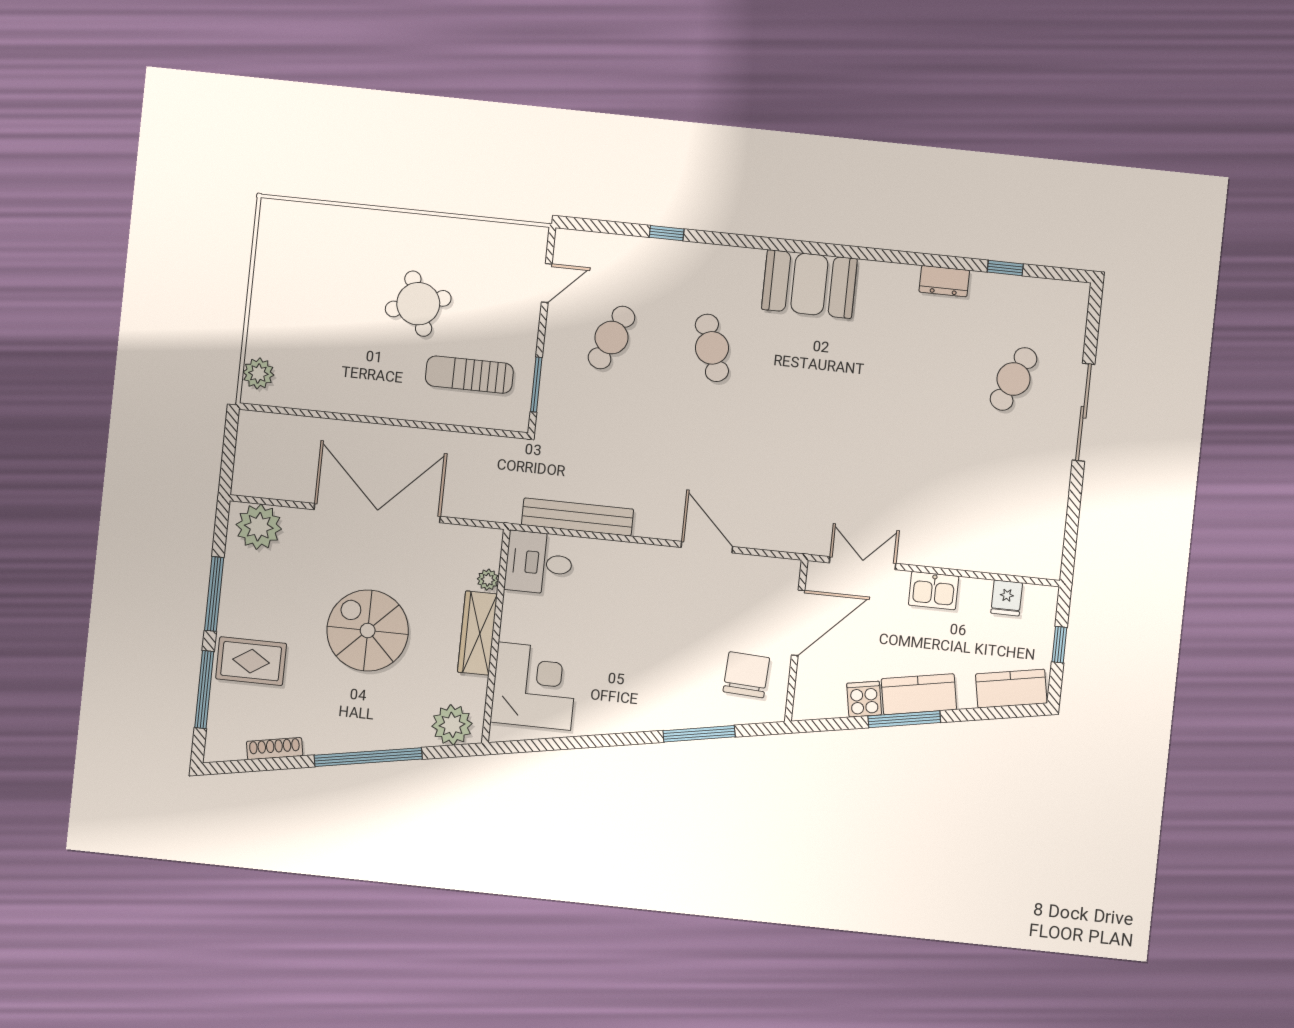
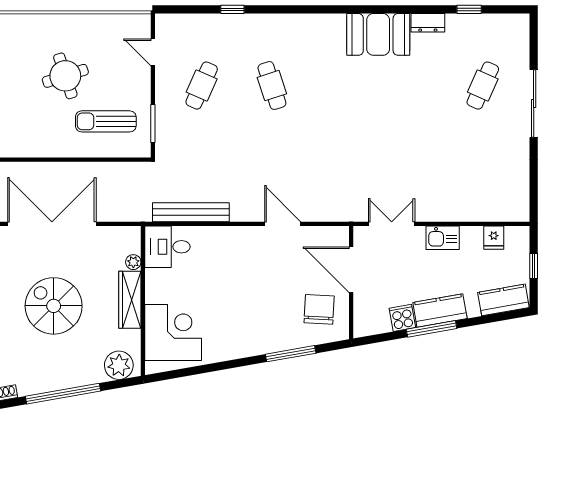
door: (547, 283) -> (153, 52), swing flipped
booth: (809, 284) -> (378, 34), moved
door: (798, 623) -> (351, 270), swing flipped

